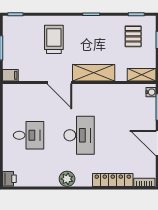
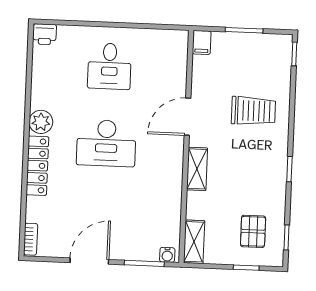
pallet: (133, 36) -> (253, 231), turned 90
shelving: (94, 73) -> (197, 169), width x0.67, depth x0.75
locker: (113, 180) -> (37, 166), moved

